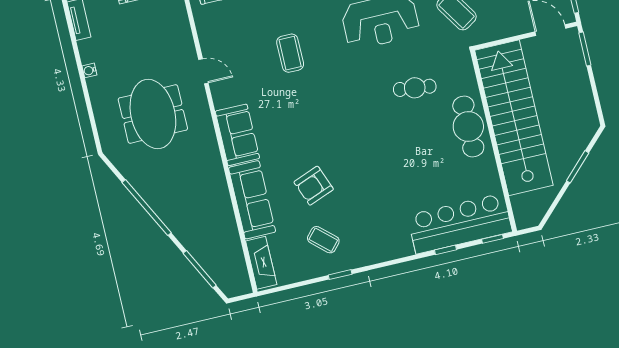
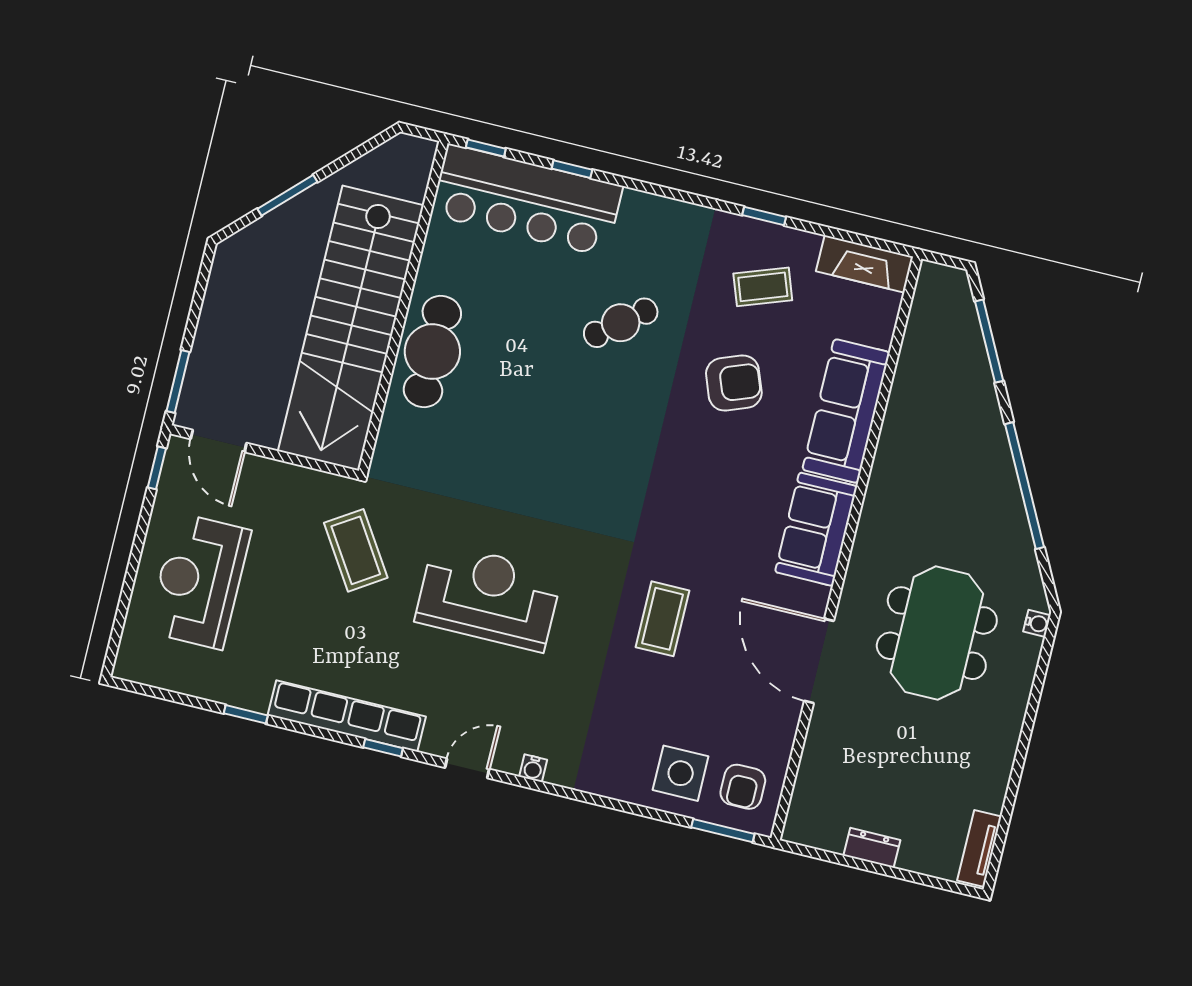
water cooler: (89, 70) -> (1037, 623), moved
door: (203, 71) -> (819, 661), width x1.88
cafe table: (415, 88) -> (621, 323), moved, turned -46
coffee table: (323, 240) -> (763, 287), turned -62
fireplace: (261, 263) -> (865, 264), moved, turned -90

